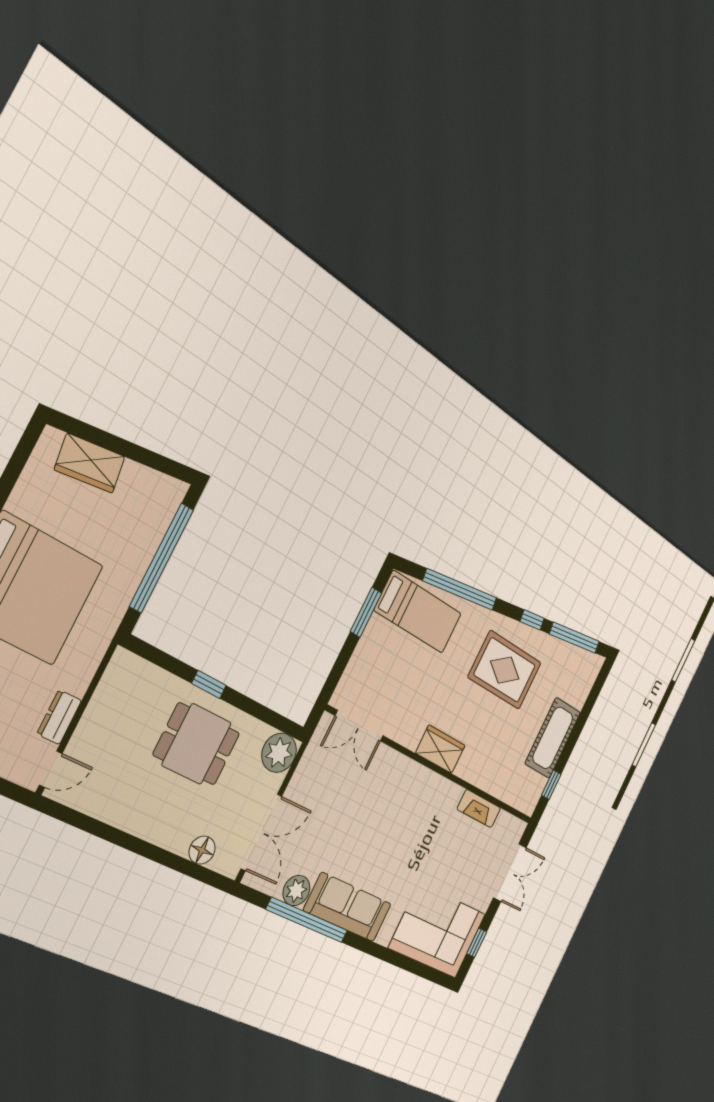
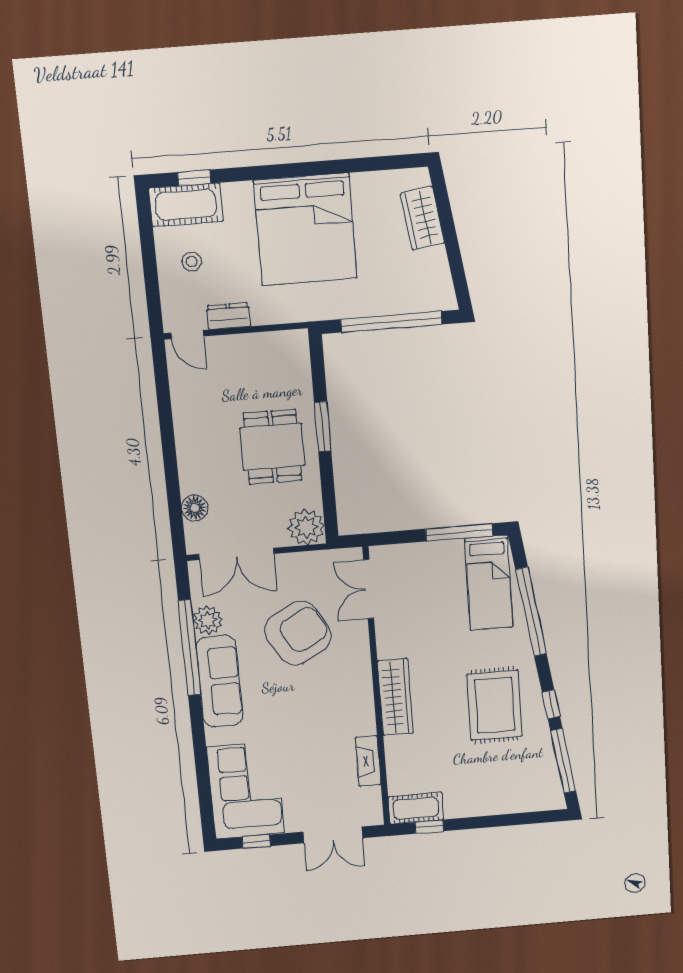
window: (366, 612) -> (459, 532), width x1.44
window: (209, 684) -> (323, 427), width x1.50
cot: (553, 738) -> (416, 808), moved, width x0.73, depth x0.75
wardrobe: (440, 749) -> (395, 697), width x1.50
armchair: (354, 813) -> (298, 633), added

